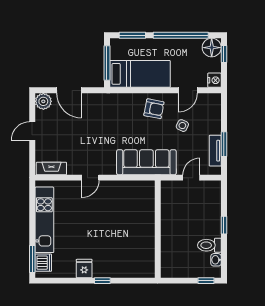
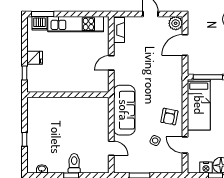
nightstand: (214, 80) -> (206, 168), moved
tv unit: (215, 151) -> (134, 168), removed
door: (90, 178) -> (111, 63), hinge flipped
wall: (158, 229) -> (68, 95), moved
toilet: (209, 245) -> (74, 163), moved
window: (206, 281) -> (24, 139), moved

